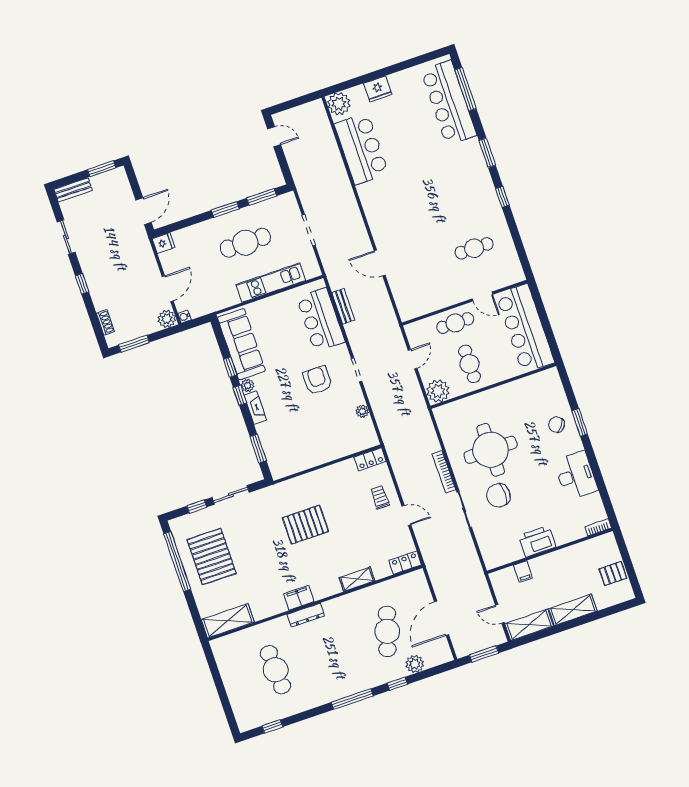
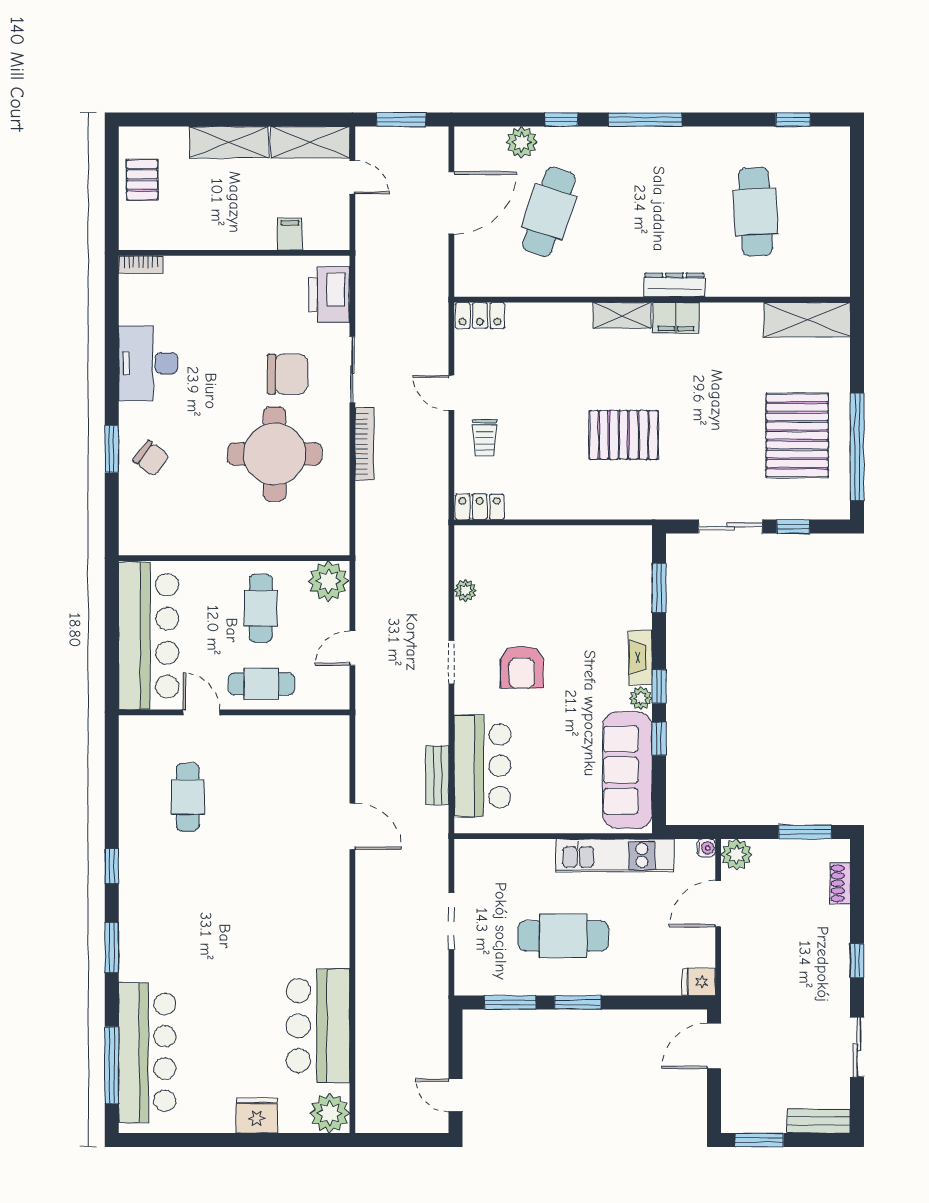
cafe table: (474, 248) -> (188, 797), turned 90
kitchen unit: (271, 283) -> (615, 855), moved
printer: (537, 541) -> (329, 295), moved, turned 90
pallet: (613, 574) -> (142, 180), turned 90
shelving: (357, 579) -> (622, 315), moved

